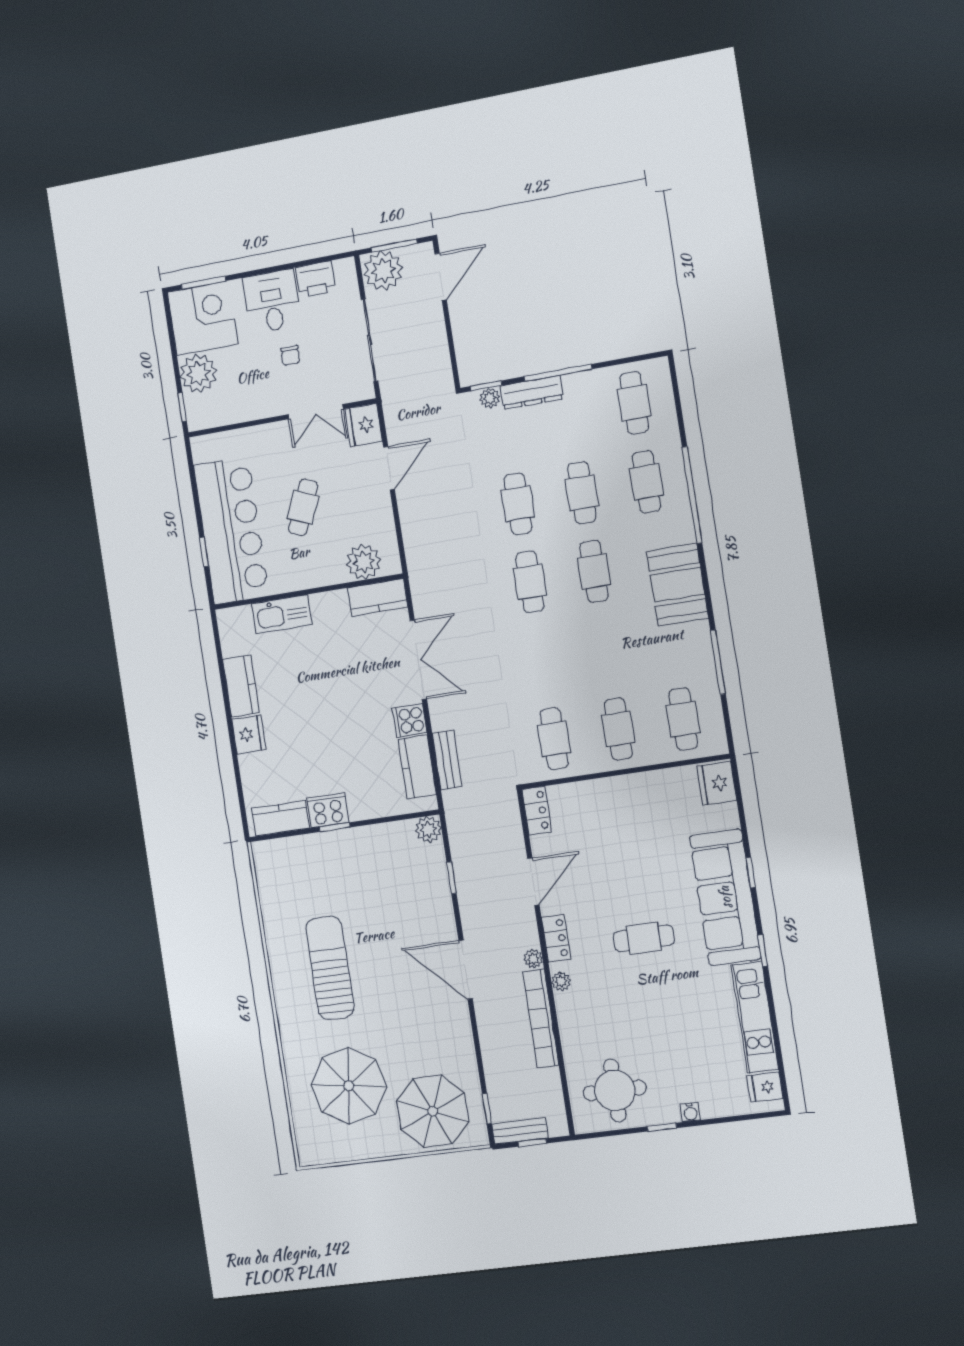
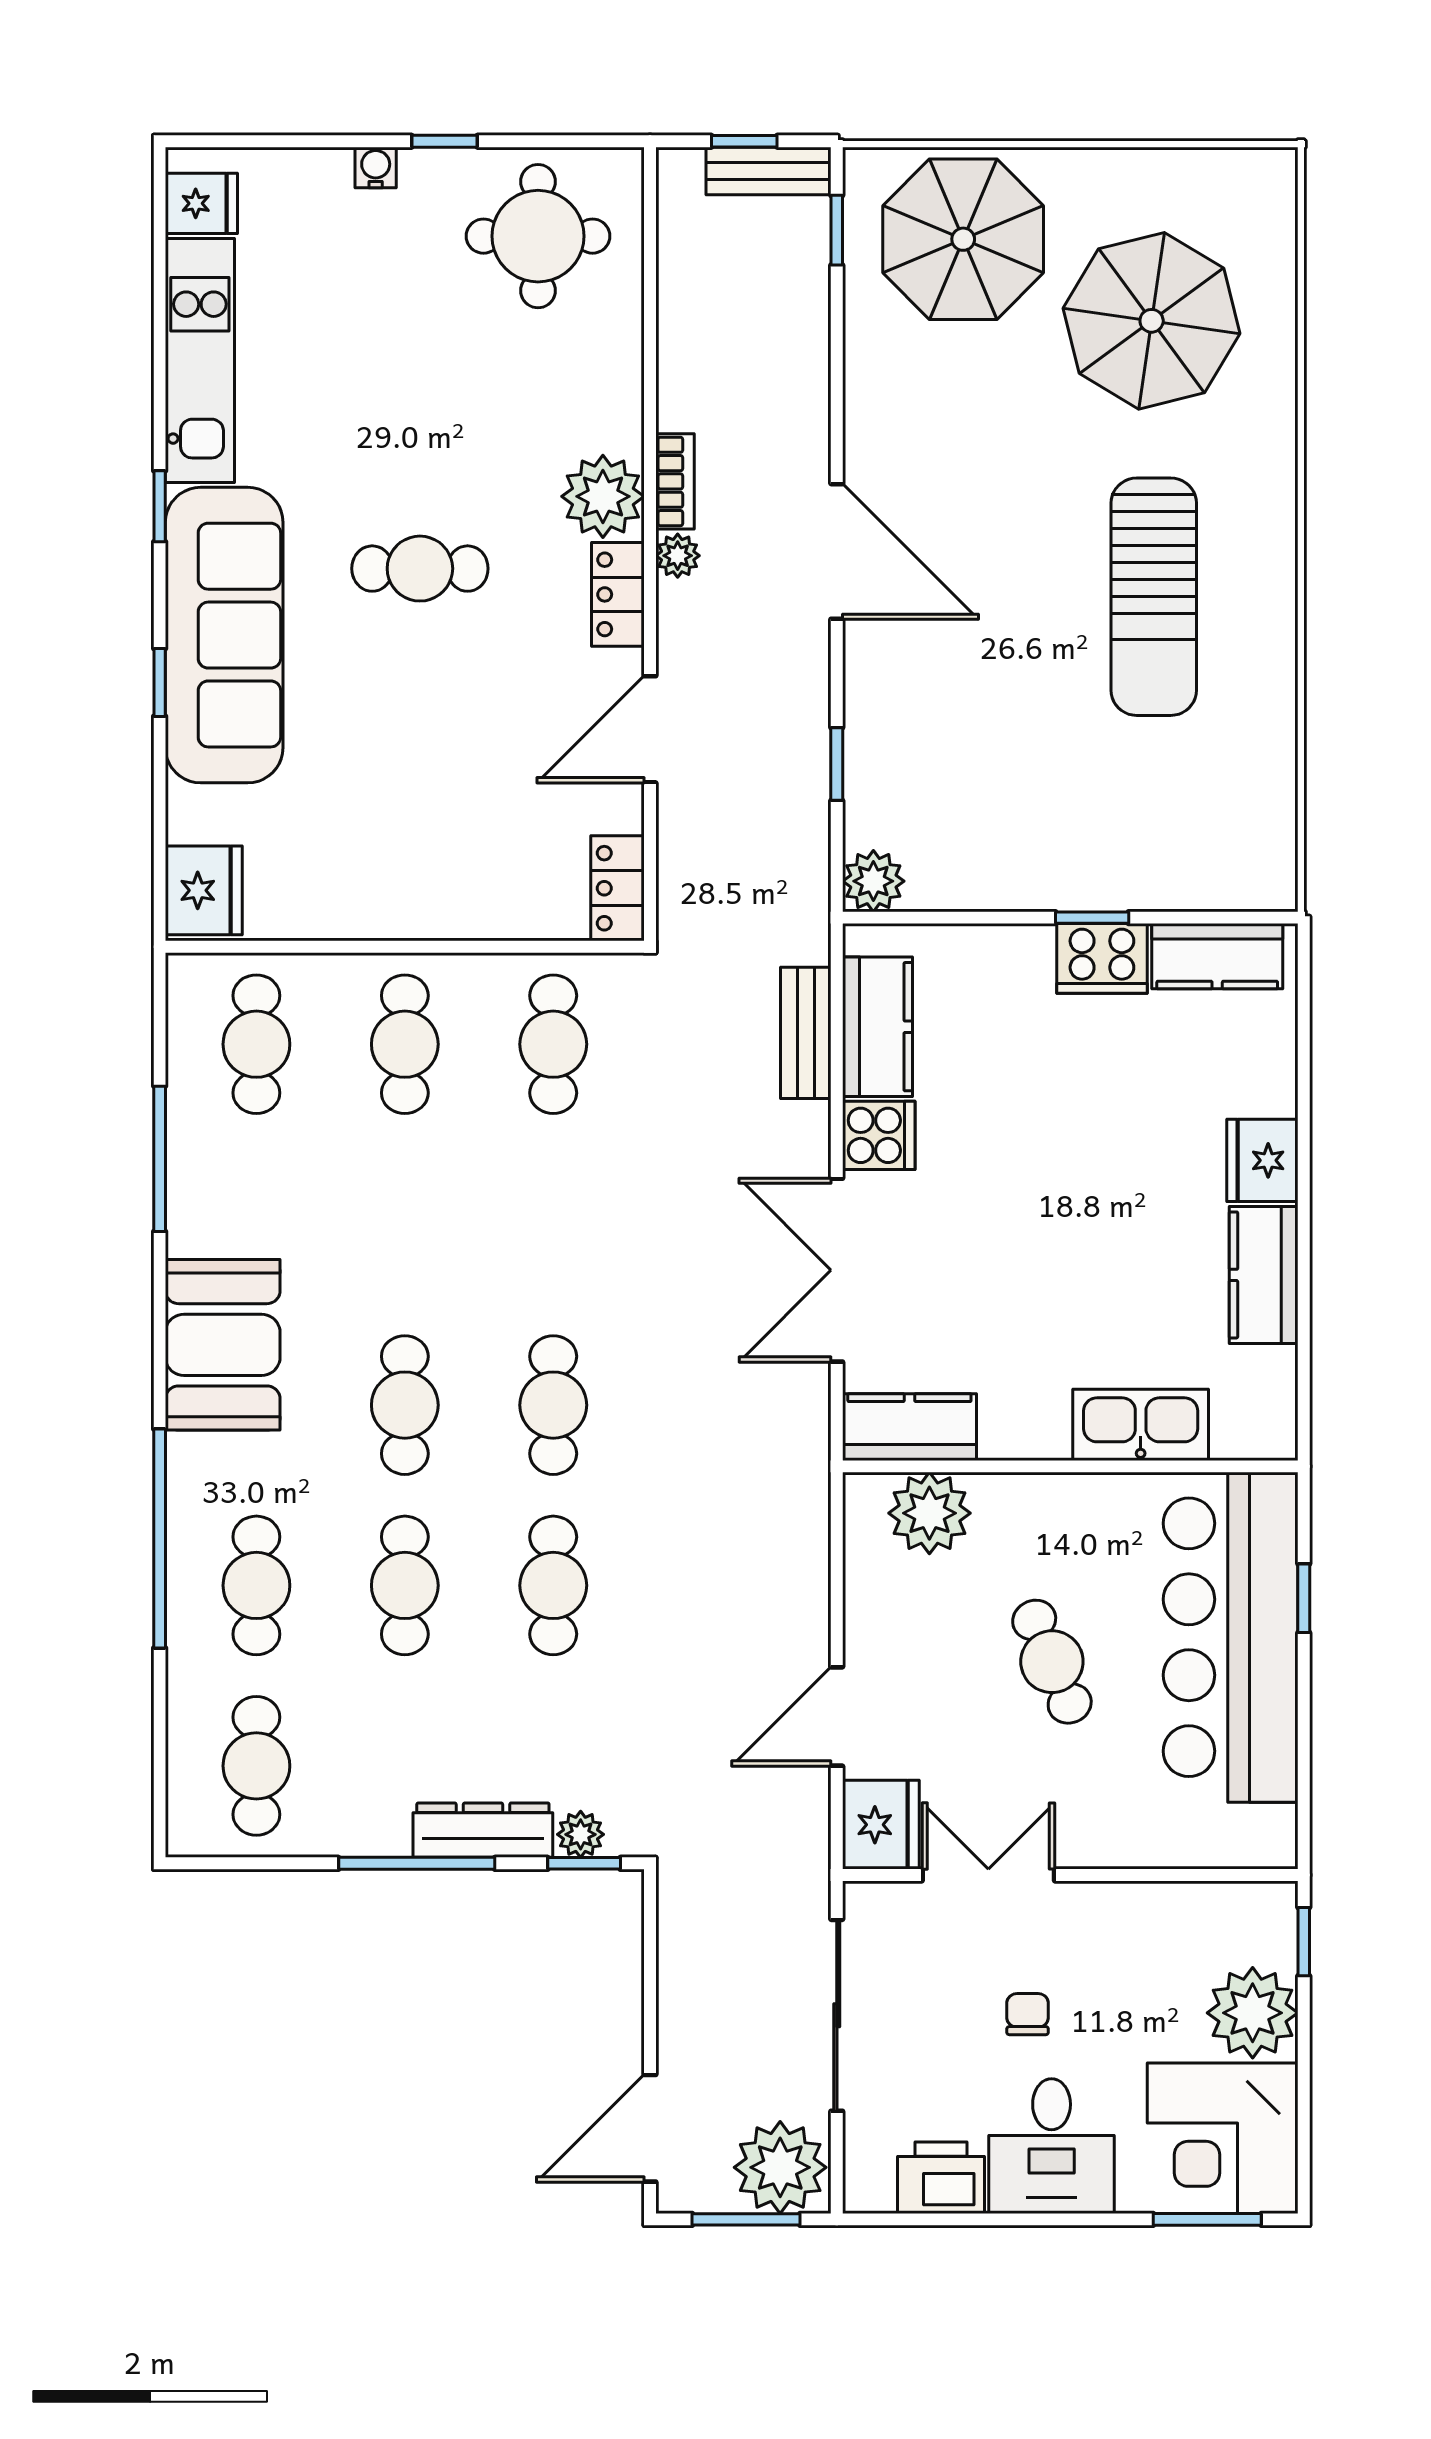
cafe table: (303, 507) -> (1052, 1662), turned -46
plant: (561, 981) -> (603, 496), width x1.87, depth x1.87
bookcase: (541, 1018) -> (675, 481), width x0.43, depth x0.76

